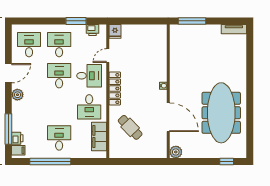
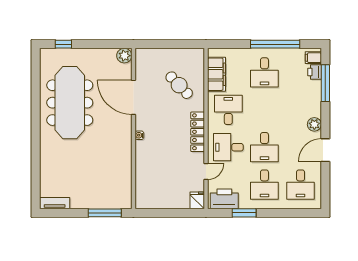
printer: (92, 30) -> (224, 199), width x1.87, depth x1.48

